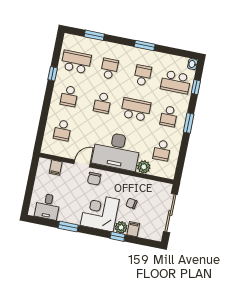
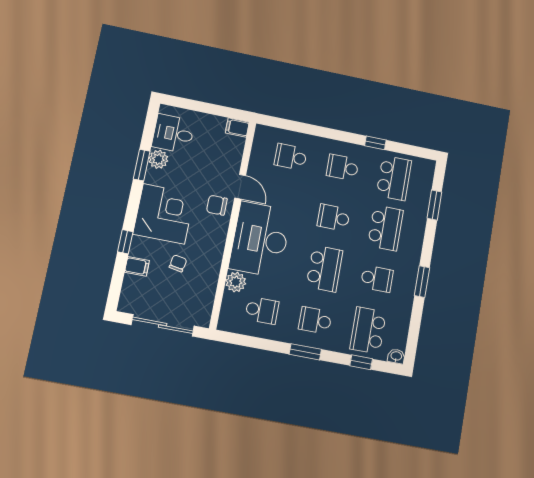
school desk: (109, 69) -> (385, 228), width x1.85
school desk: (162, 150) -> (262, 310), turned 180
filing cabinet: (56, 168) -> (237, 128), moved
plant: (121, 227) -> (158, 159), moved

